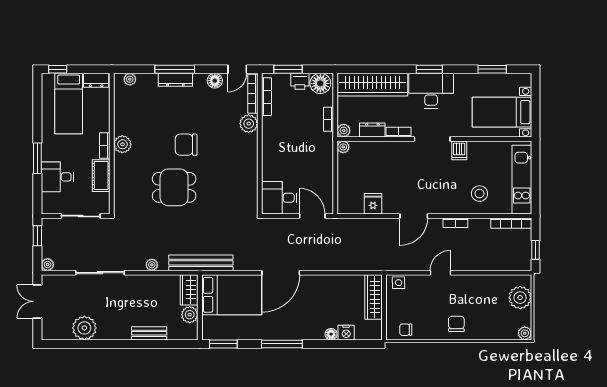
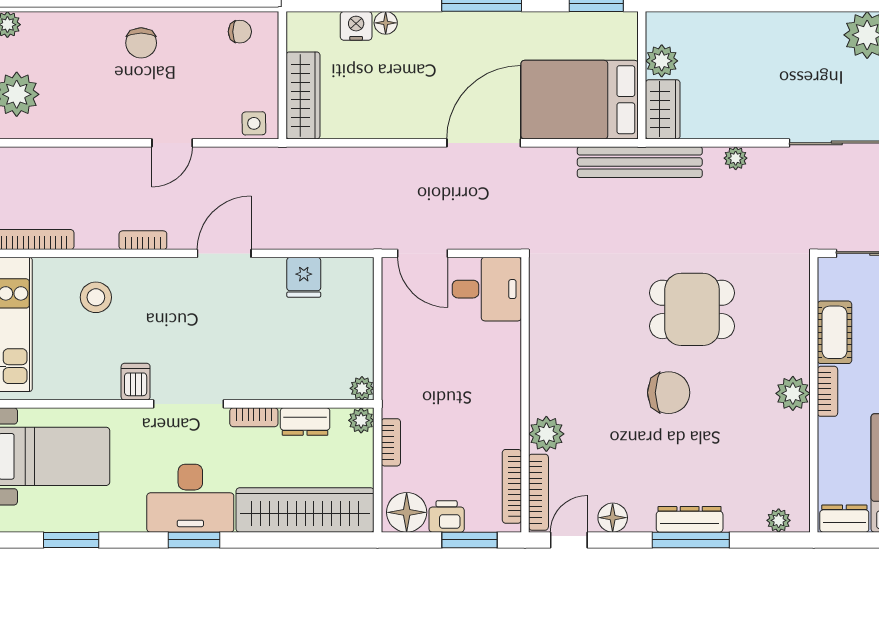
bench: (149, 333) -> (741, 24), removed

